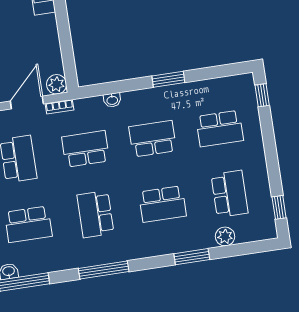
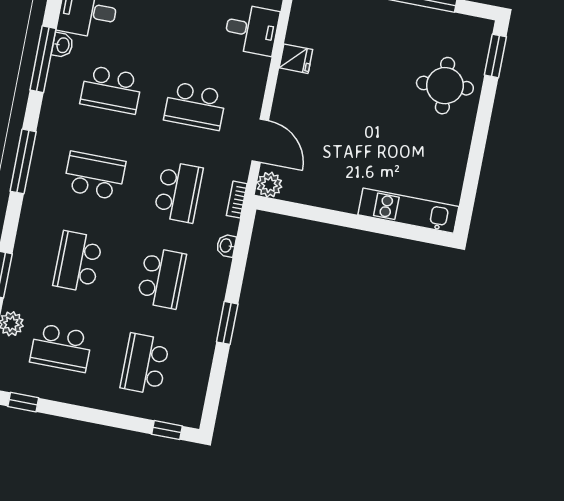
bookcase: (60, 107) -> (237, 200), moved
school desk: (28, 224) -> (111, 90), turned -90

